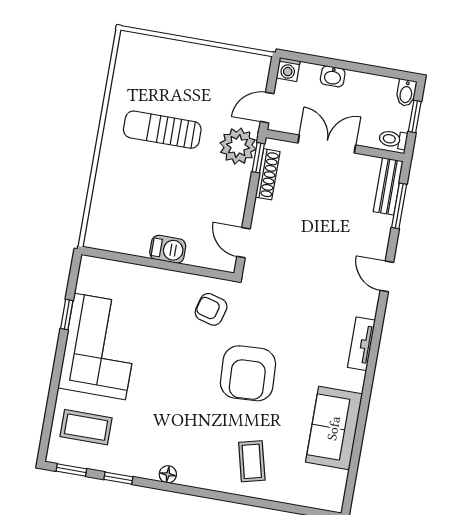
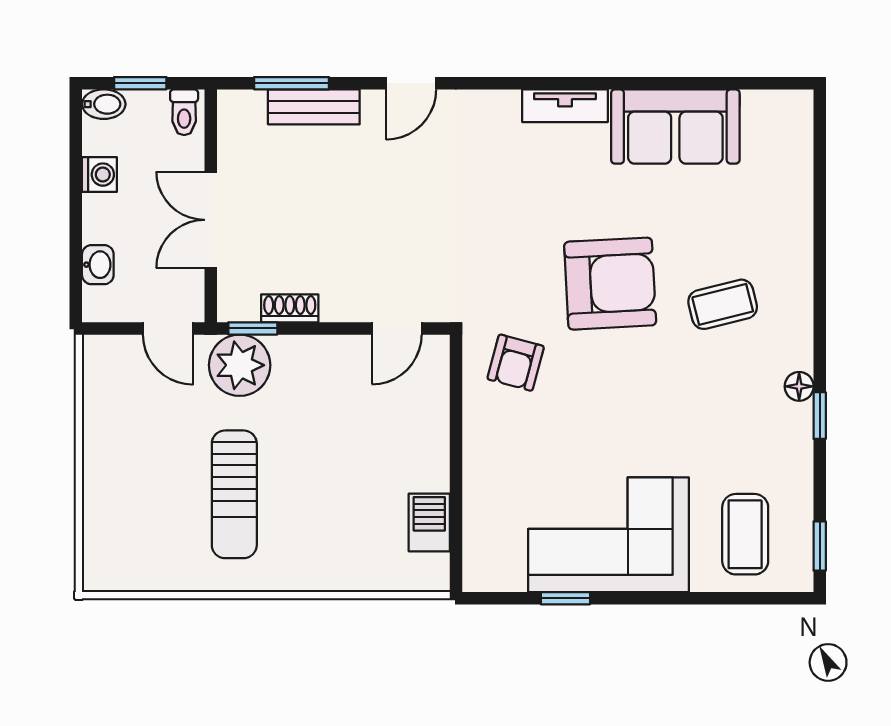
washing machine: (288, 69) -> (99, 175), moved
washbasin: (333, 76) -> (98, 265), moved
shoe rack: (268, 174) -> (290, 308), width x0.70
bench: (388, 186) -> (314, 107), moved
barbecue: (168, 249) -> (429, 522), moved
tv unit: (361, 344) -> (565, 106), moved
coffee table: (252, 461) -> (723, 304), moved
window: (118, 478) -> (820, 416), moved

